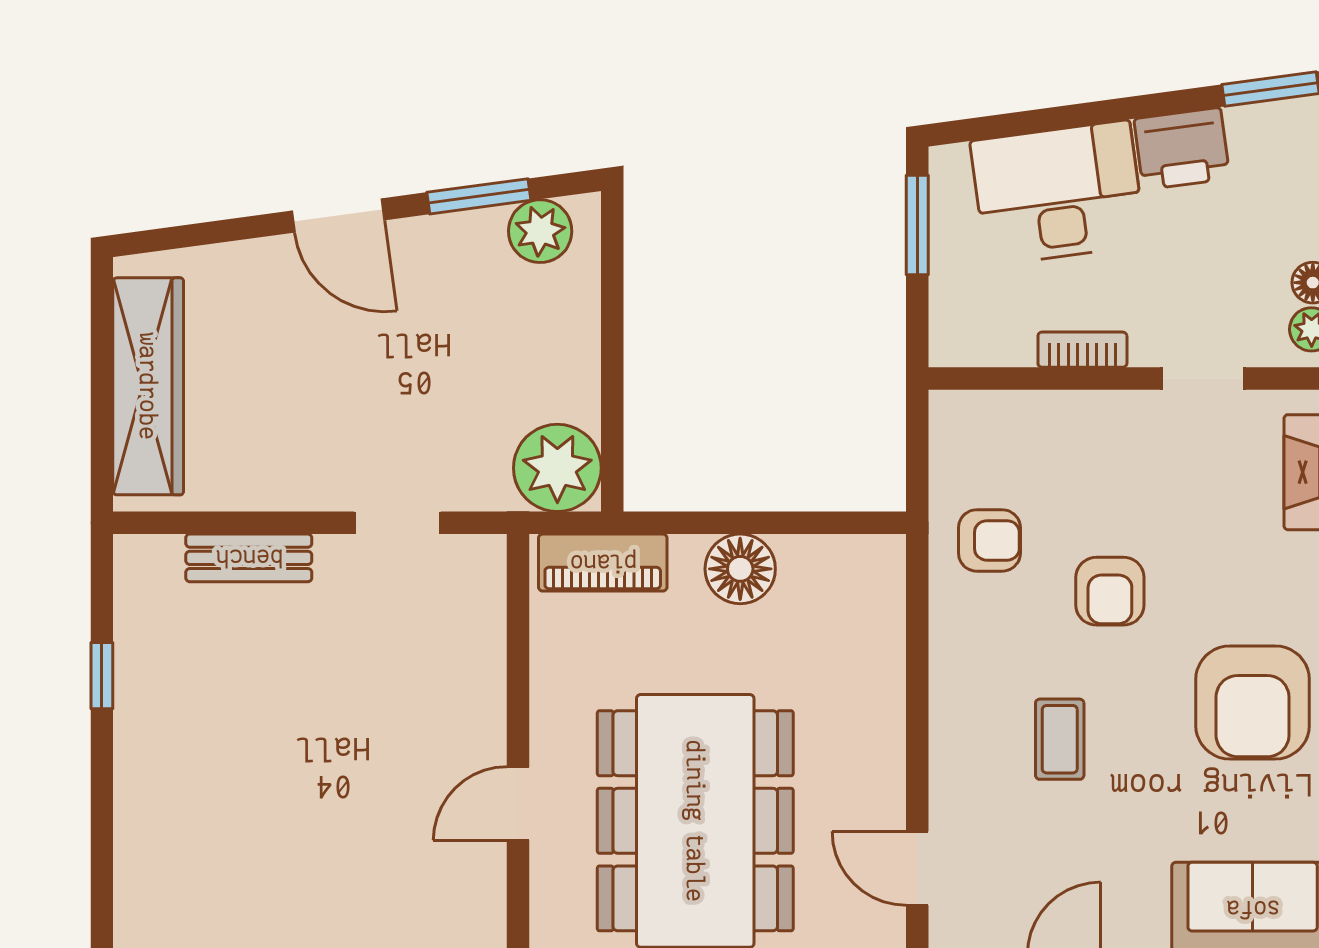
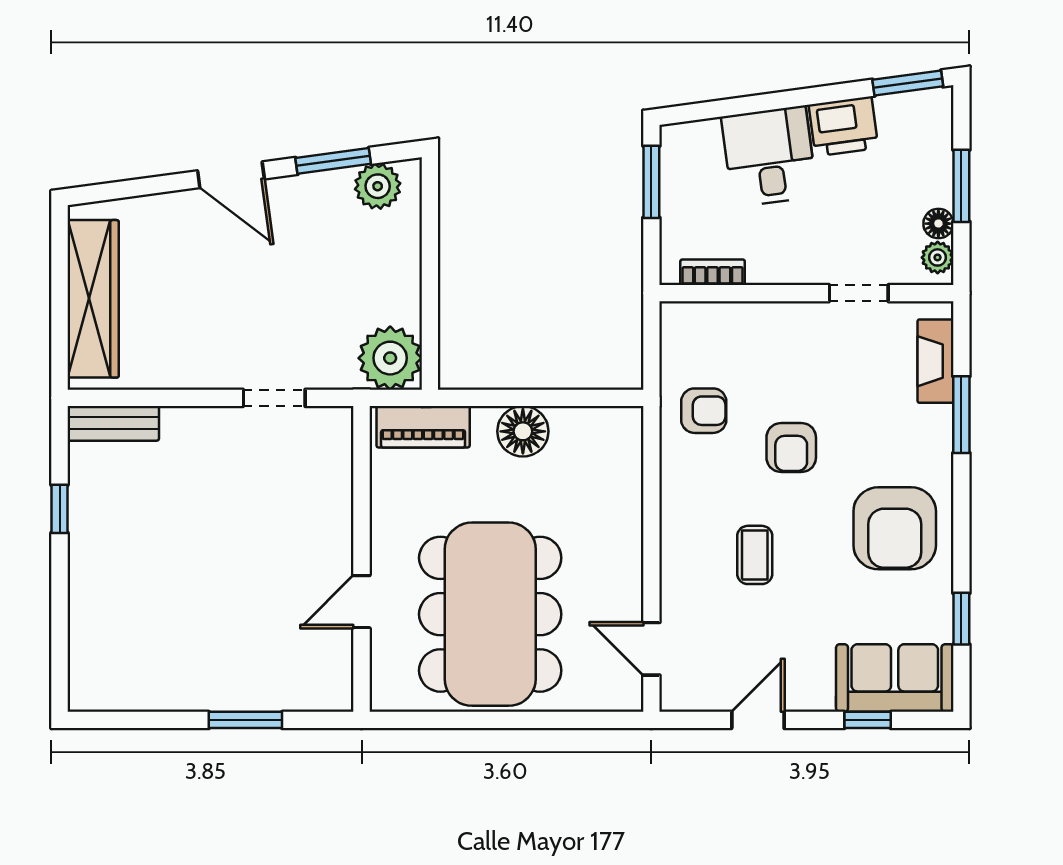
desk: (1058, 193) -> (769, 156), width x0.73
bookcase: (1082, 350) -> (713, 272), moved
bench: (249, 558) -> (113, 423), moved

